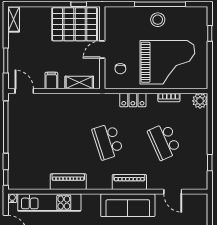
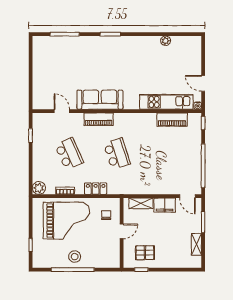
shelving: (14, 19) -> (196, 244), moved
pallet: (75, 24) -> (145, 253), width x0.49, depth x0.50
grand piano: (167, 62) -> (66, 221), turned 180
filing cabinet: (51, 81) -> (165, 205), width x2.00
piano: (68, 182) -> (172, 120), moved

